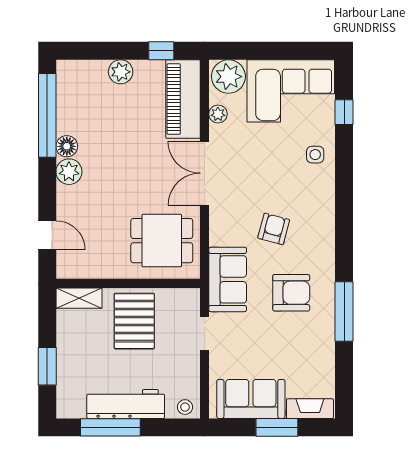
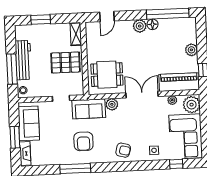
armchair: (274, 229) -> (123, 150), moved
plant: (221, 233) -> (112, 104), added
dining table: (162, 241) -> (107, 75), turned 90
window: (110, 427) -> (12, 69), moved

